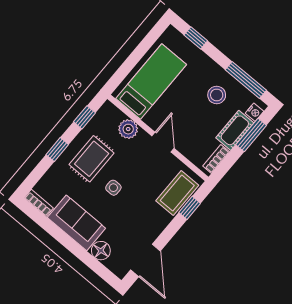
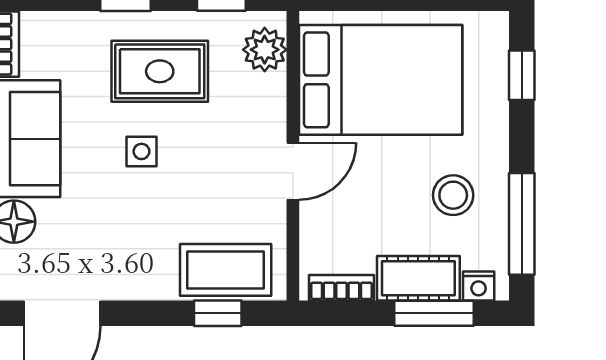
bed: (151, 81) -> (381, 80), width x1.50
plant: (128, 129) -> (265, 50), moved

